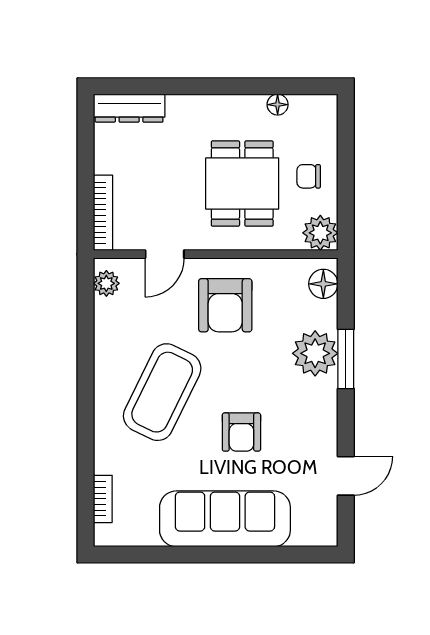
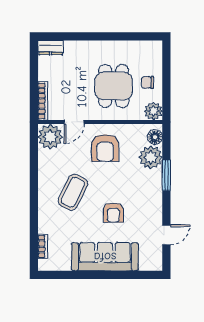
floor lamp: (278, 105) -> (132, 46), removed
dresser: (129, 108) -> (51, 48), width x0.70
plant: (106, 283) -> (50, 137), width x1.88, depth x1.88
plant: (315, 353) -> (151, 157), moved
coffee table: (162, 392) -> (73, 192), width x0.73, depth x0.76

